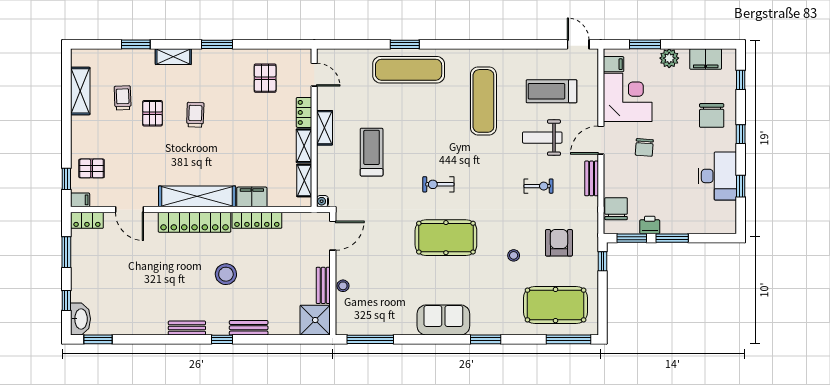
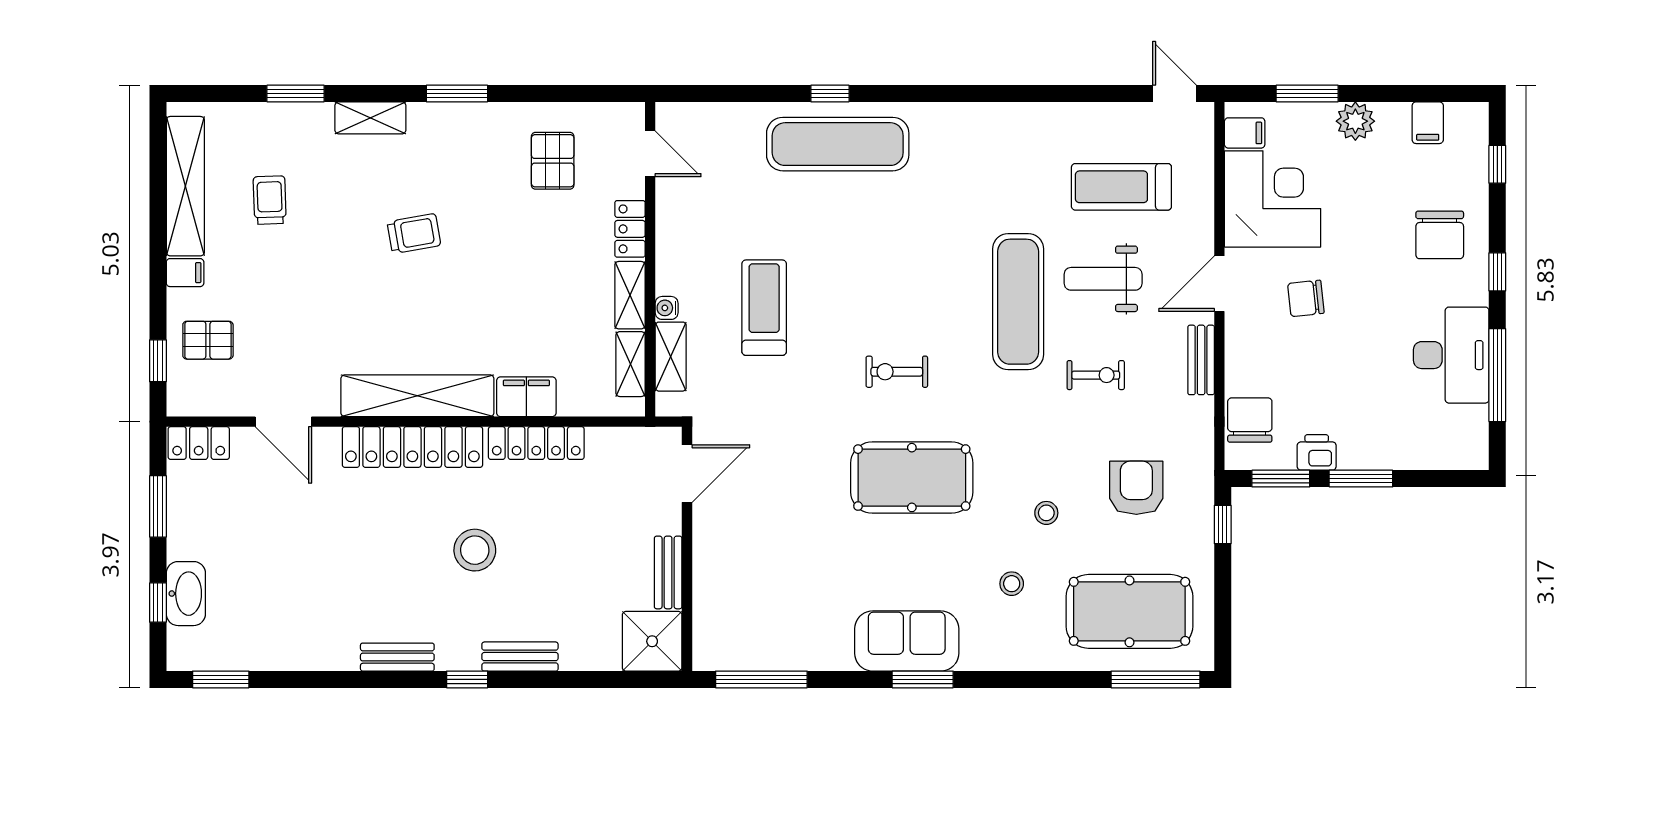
window: (405, 44) -> (830, 94), width x0.67
filing cabinet: (706, 59) -> (1428, 123), width x0.50
shelving: (80, 91) -> (185, 186), width x1.47
exercise mat: (483, 101) -> (1018, 302), moved
pallet: (152, 113) -> (329, 230), removed
trolley: (195, 115) -> (414, 234), turned 78
shelving: (325, 128) -> (671, 357), moved
chair: (644, 147) -> (1306, 298), turned 80
window: (741, 186) -> (1497, 375), width x2.17
filing cabinet: (80, 200) -> (185, 273), moved
water cooler: (322, 201) -> (667, 308), moved
stool: (343, 286) -> (1012, 584), moved
washbasin: (80, 319) -> (186, 594), moved
window: (486, 339) -> (923, 679), moved

